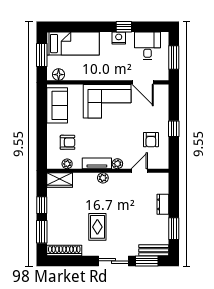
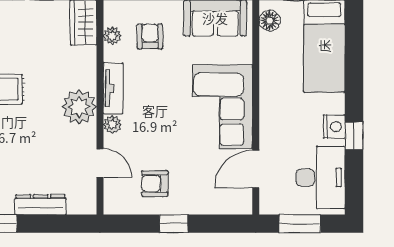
desk: (148, 46) -> (320, 178), width x1.37
armchair: (68, 142) -> (150, 36), turned 180
plant: (103, 178) -> (79, 107), width x1.88, depth x1.88
dresser: (163, 204) -> (41, 205), width x1.44

